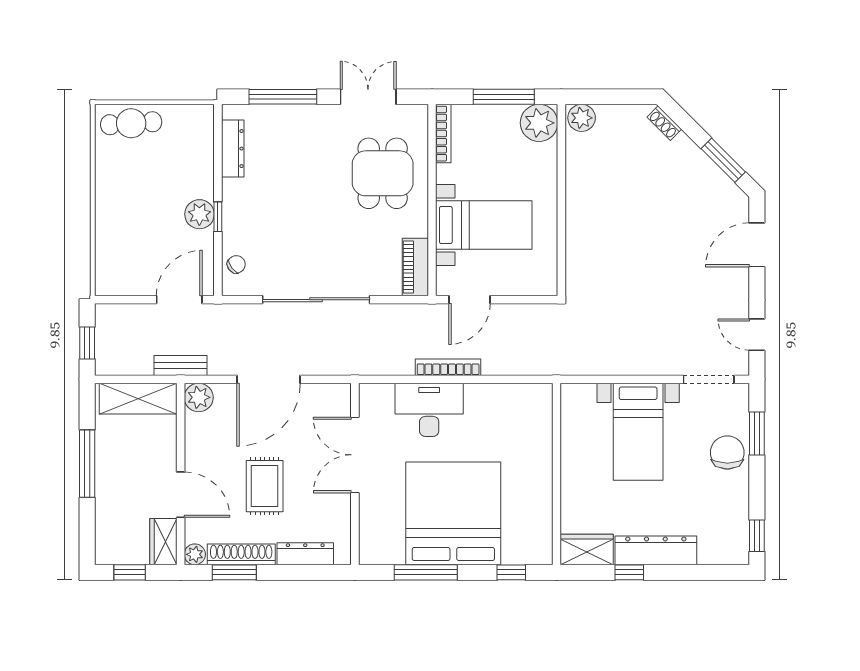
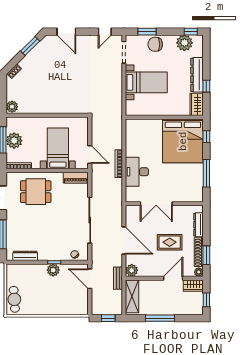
plant: (539, 123) -> (14, 141), moved
bed: (453, 513) -> (183, 141), moved, turned -90
plant: (731, 521) -> (184, 43), added

